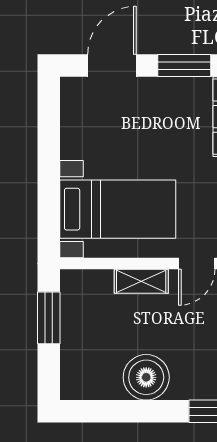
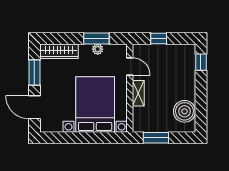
bed with nightstands: (118, 209) -> (95, 105), width x1.36
boiler: (146, 377) -> (185, 111), moved

